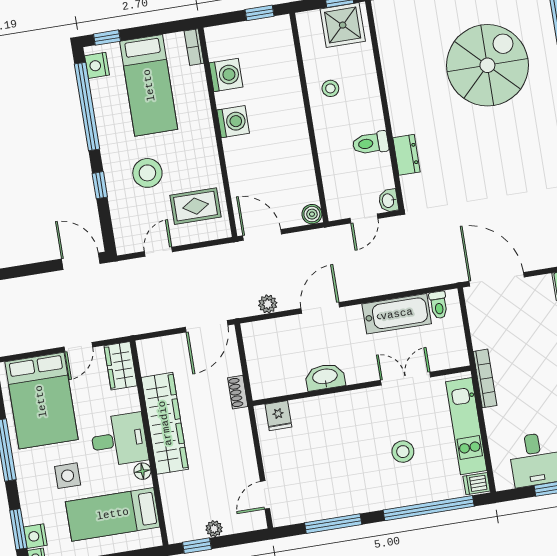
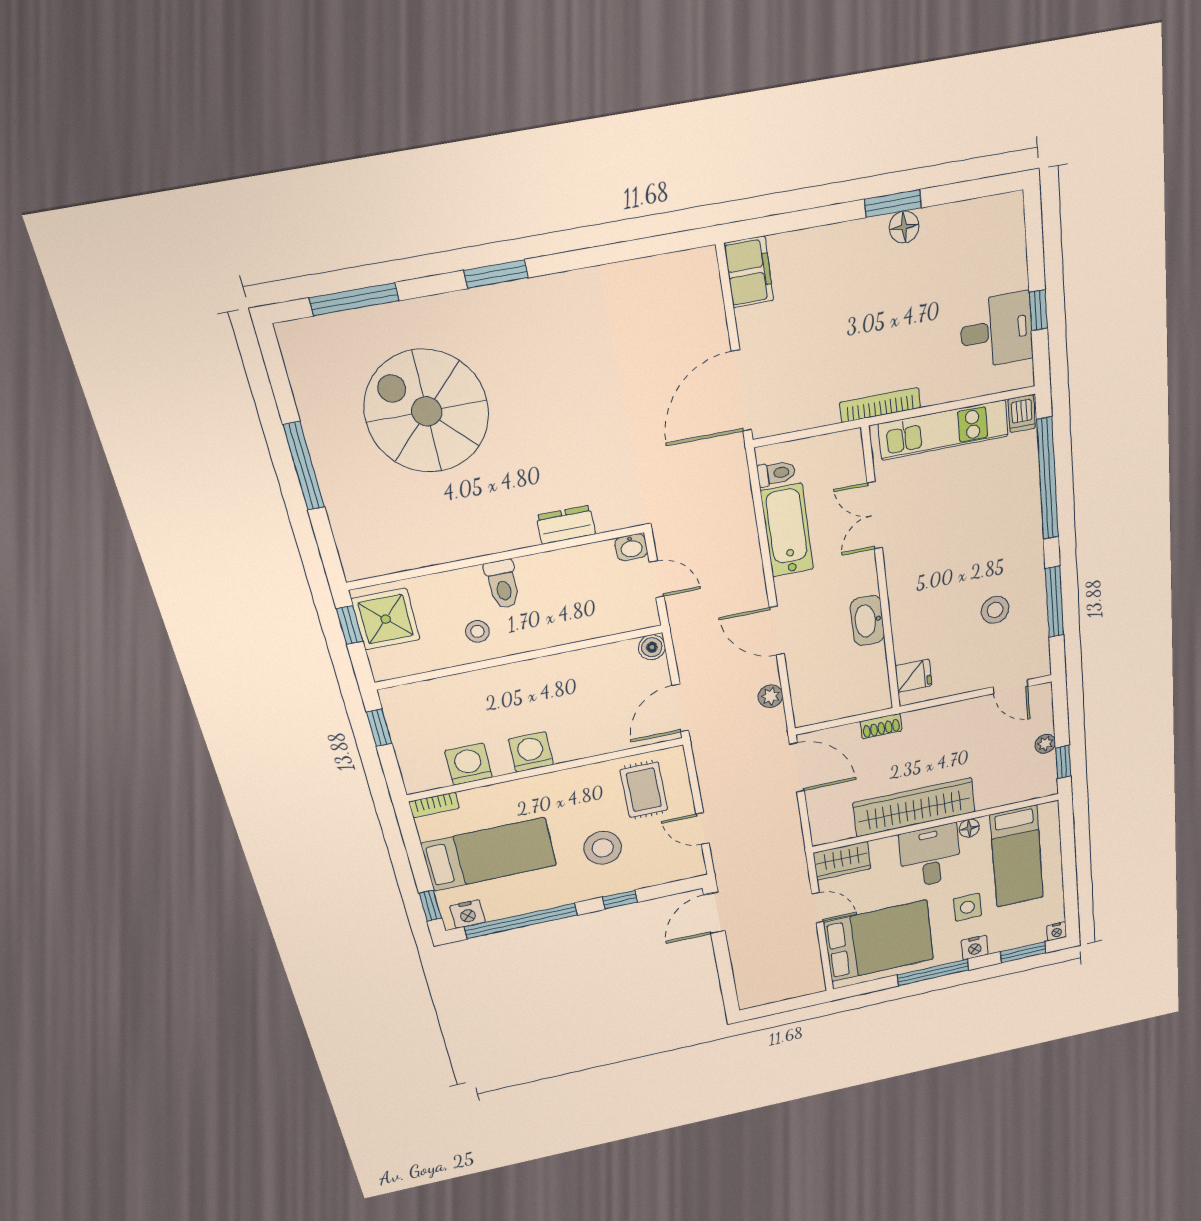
toilet: (370, 143) -> (503, 584), moved
stool: (403, 452) -> (995, 610), moved
nightstand: (35, 536) -> (975, 947), moved

